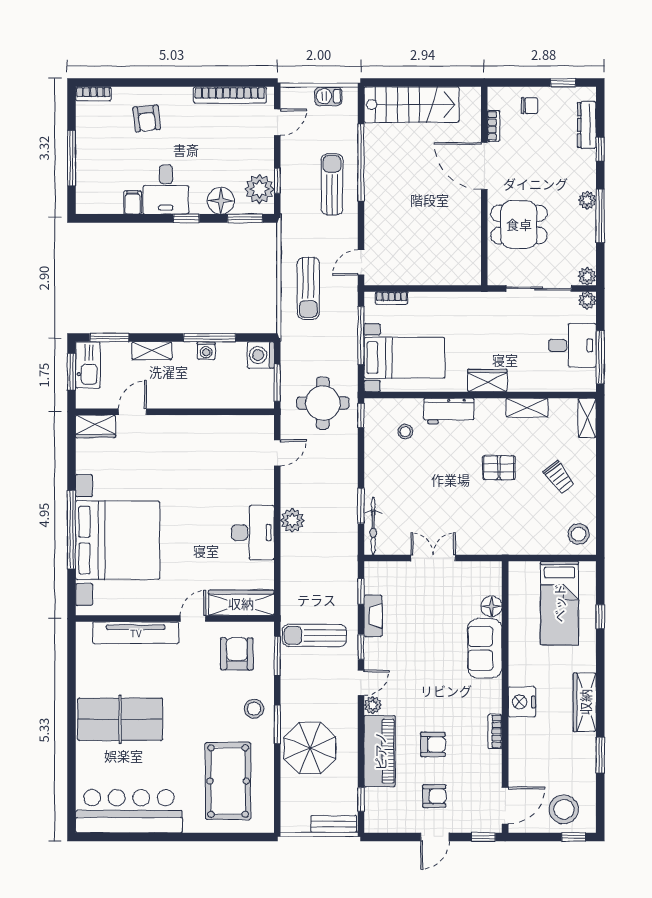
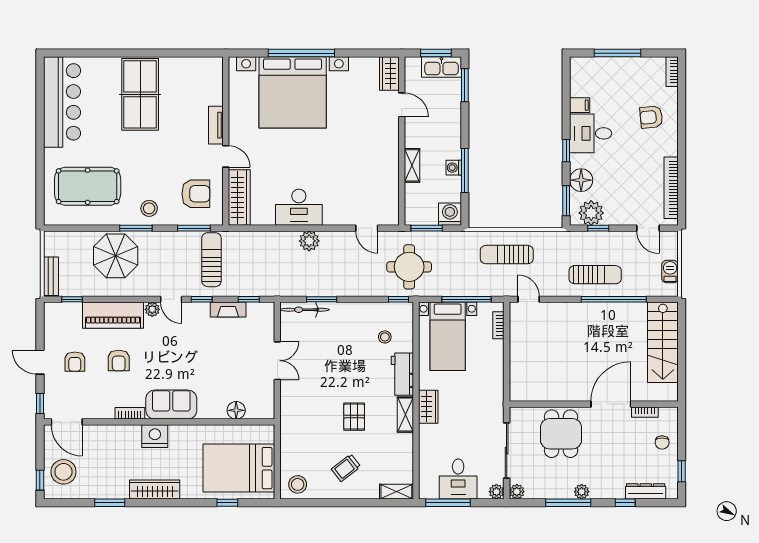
shelving: (152, 351) -> (412, 165), moved
shelving: (527, 408) -> (405, 415), moved
bed: (559, 603) -> (239, 468), width x1.50
tv unit: (136, 633) -> (216, 125), width x0.52, depth x0.78
sofa: (485, 648) -> (171, 405), moved

